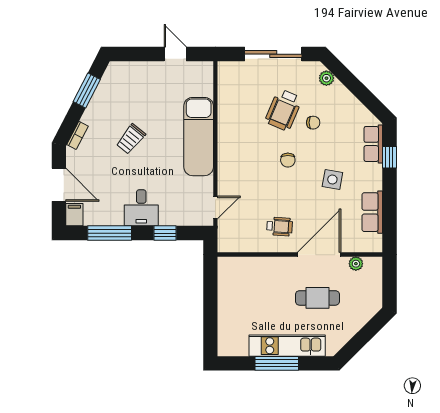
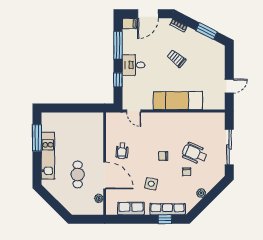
plant: (326, 78) -> (201, 193), moved
row of seats: (373, 144) -> (168, 209), width x1.48
window: (277, 363) -> (37, 138), moved

